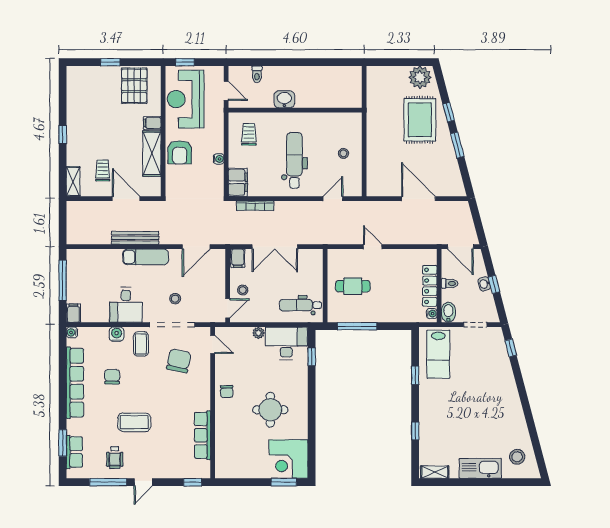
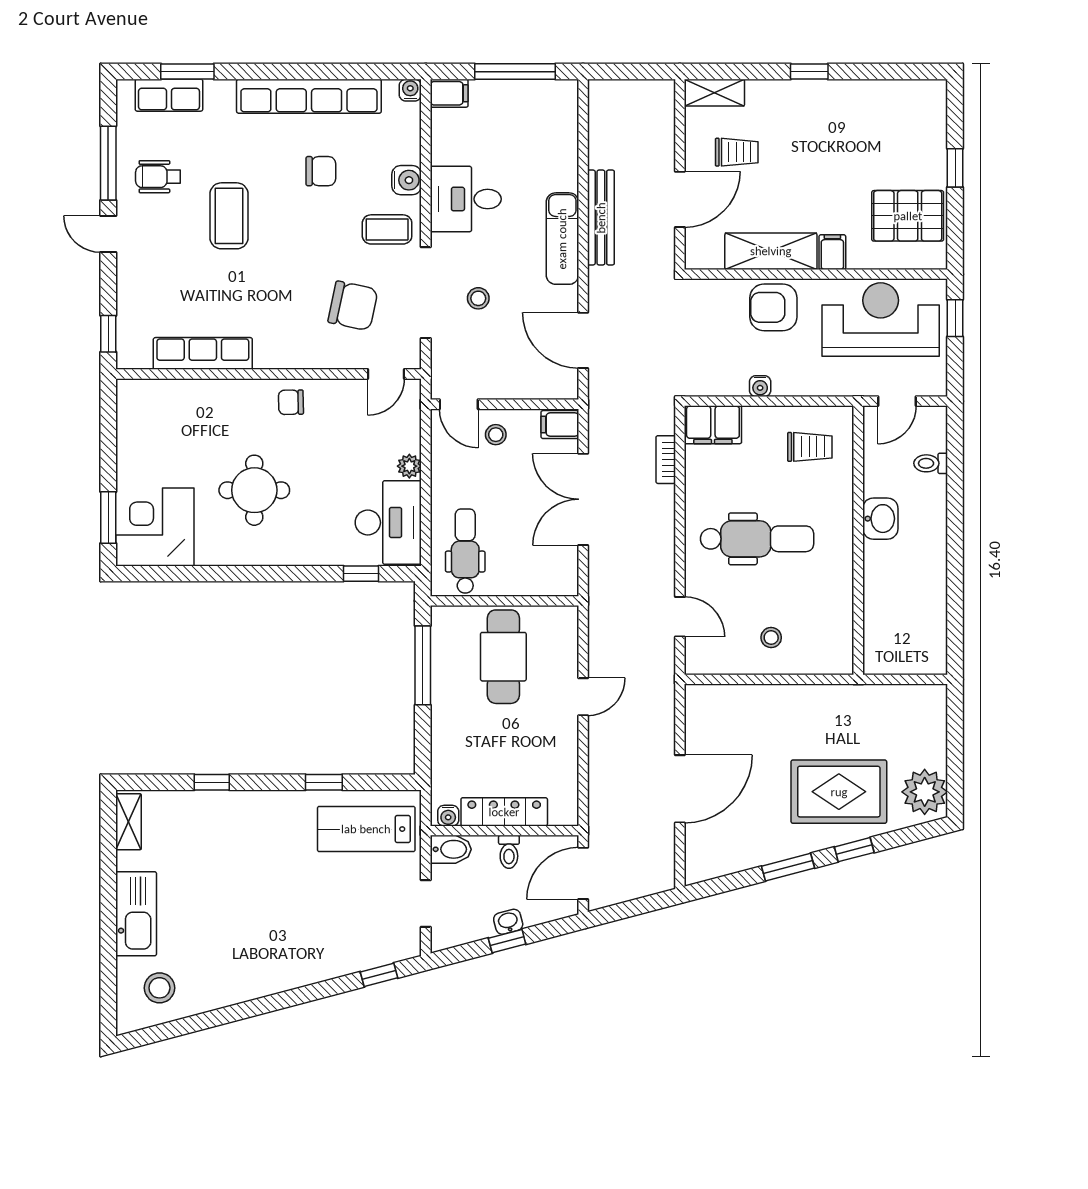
bookcase: (255, 206) -> (666, 460), width x0.64
cafe table: (353, 286) -> (503, 657), width x1.37, depth x1.35

